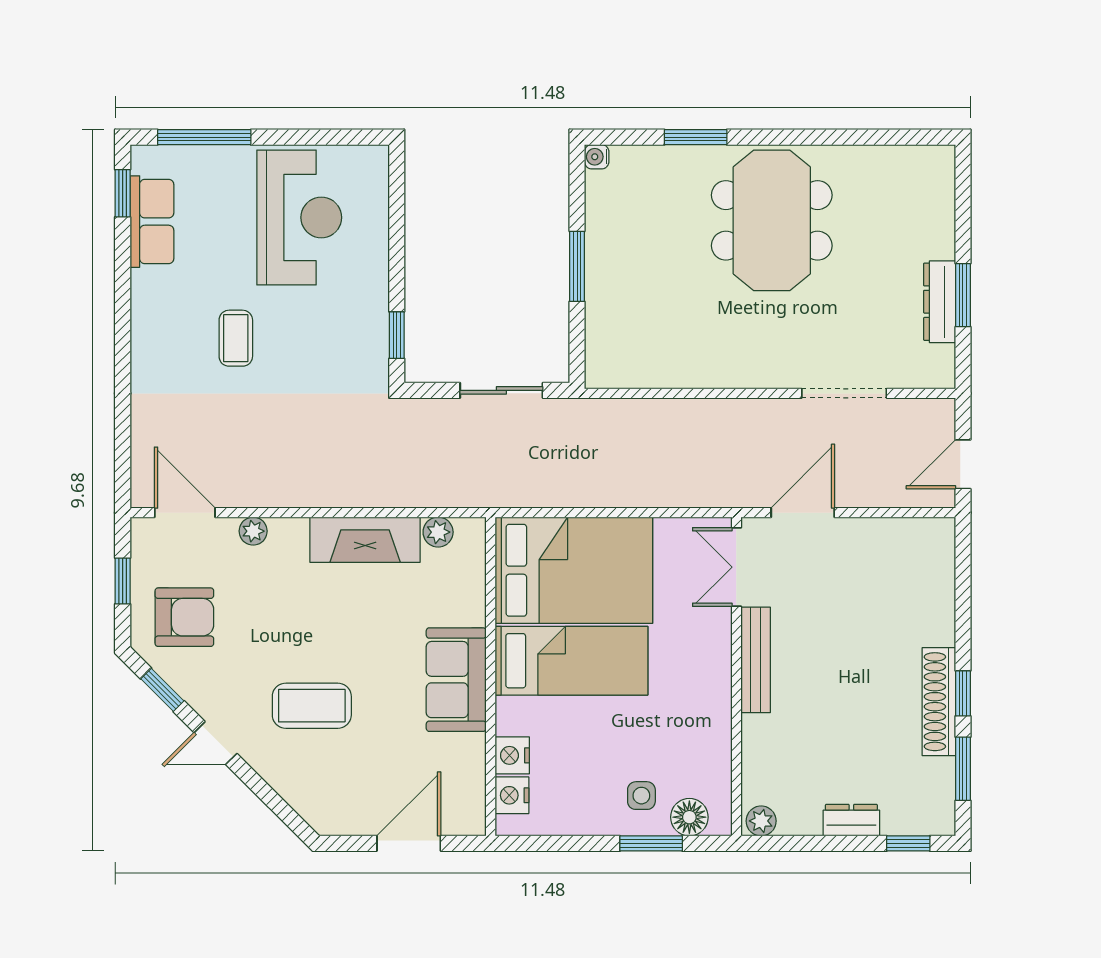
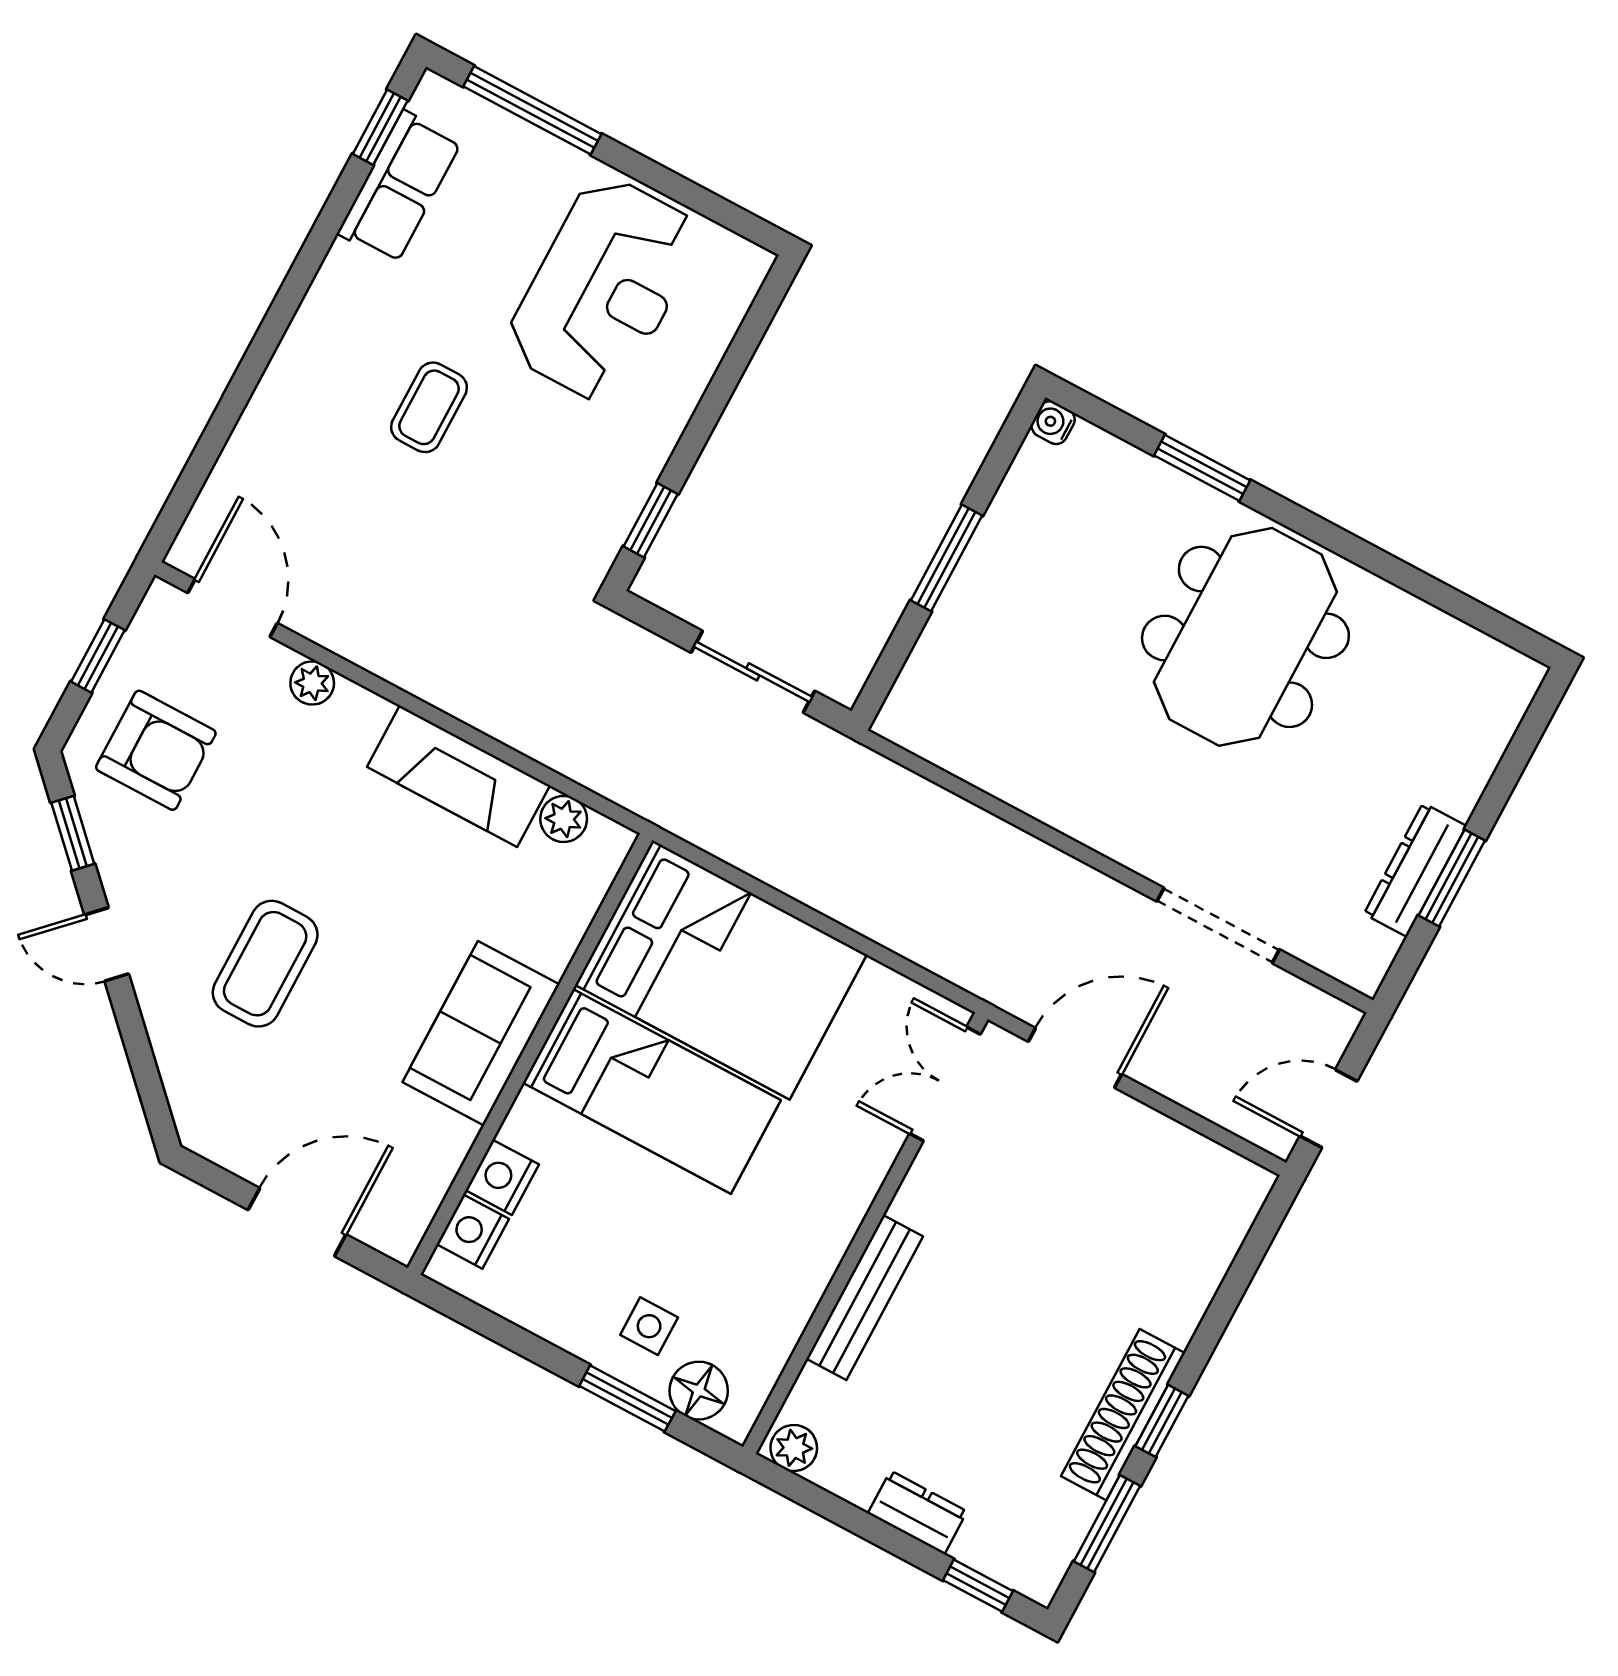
bench: (756, 660) -> (865, 1297), moved
coffee table: (312, 706) -> (265, 964), turned 90

